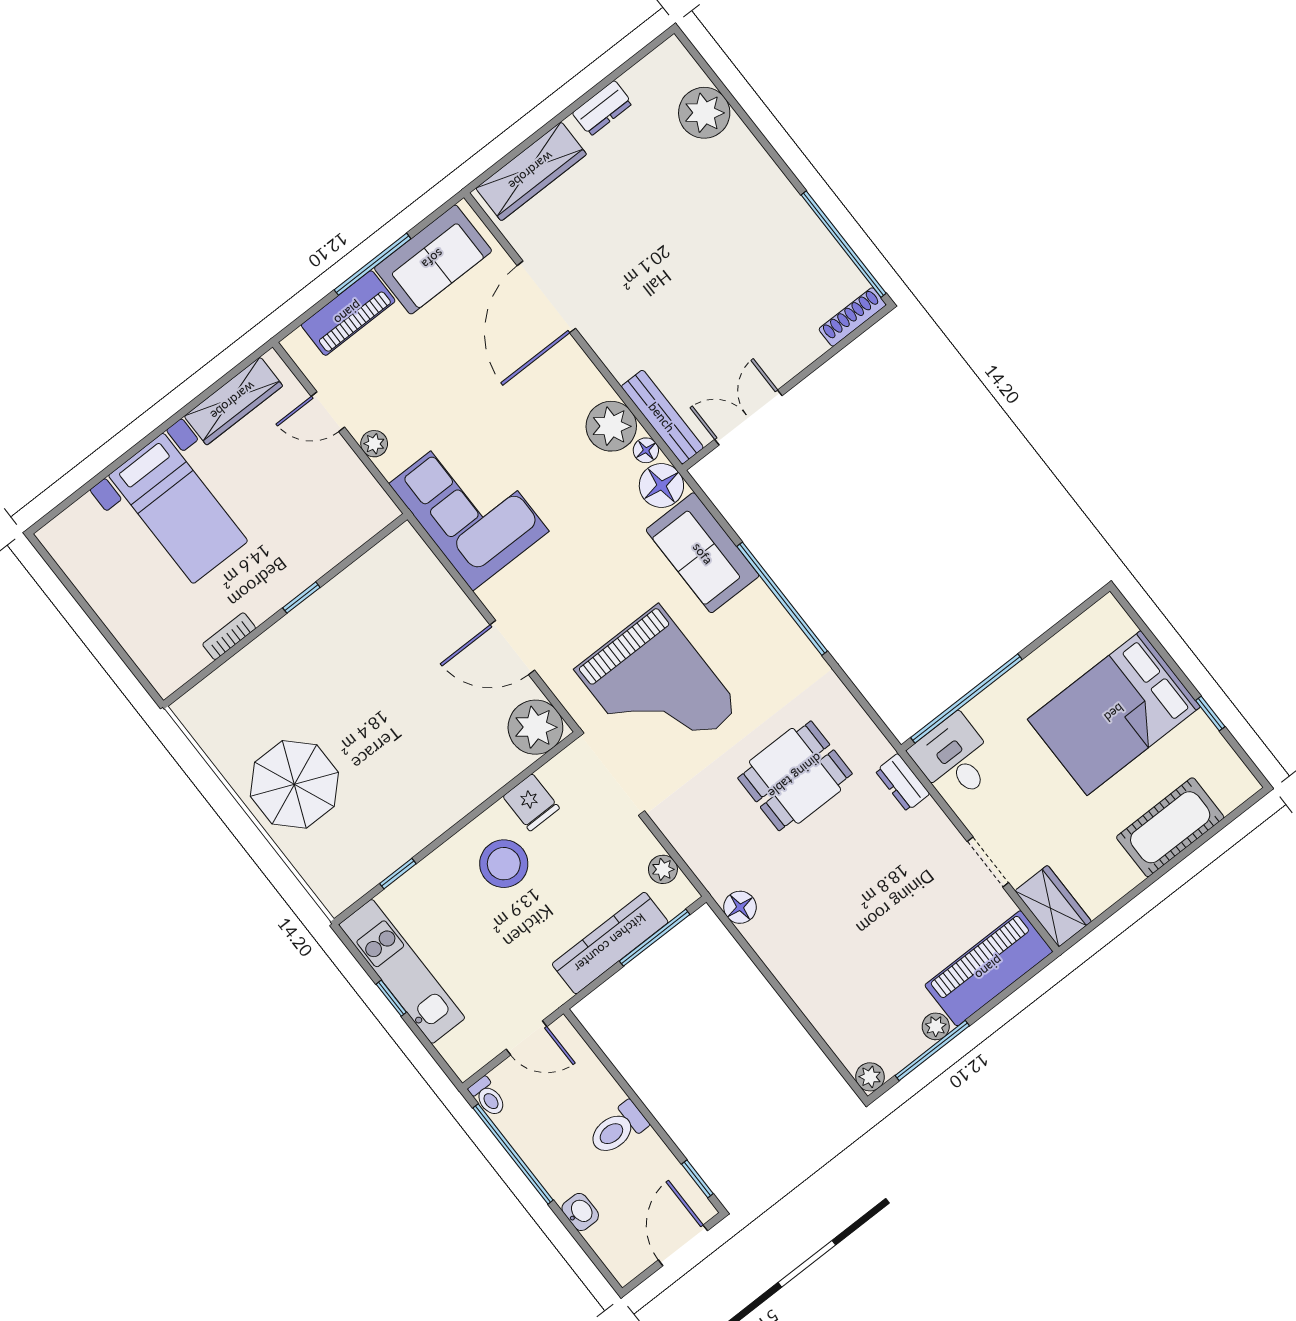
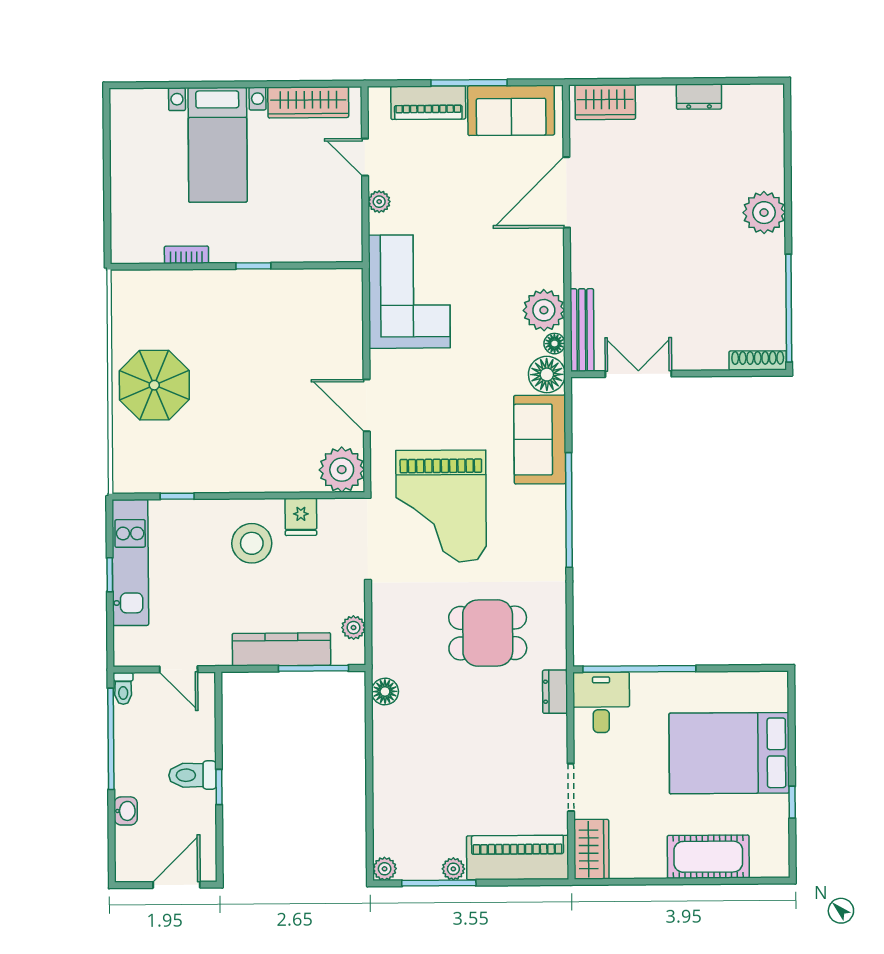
plant: (704, 113) -> (764, 213), moved
wardrobe: (531, 171) -> (605, 102), width x0.67
window: (697, 1179) -> (219, 787), moved

